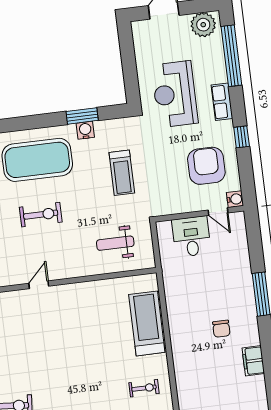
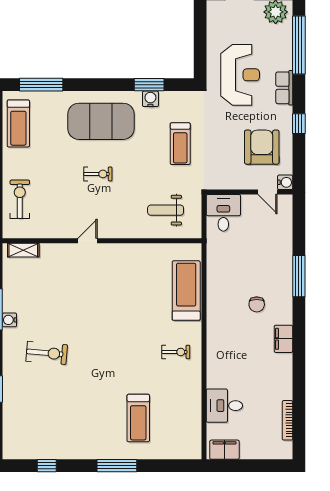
reception desk: (175, 94) -> (240, 75), turned 180
exercise bike: (41, 215) -> (98, 174), width x0.73, depth x0.72
desk: (191, 237) -> (223, 213), moved

